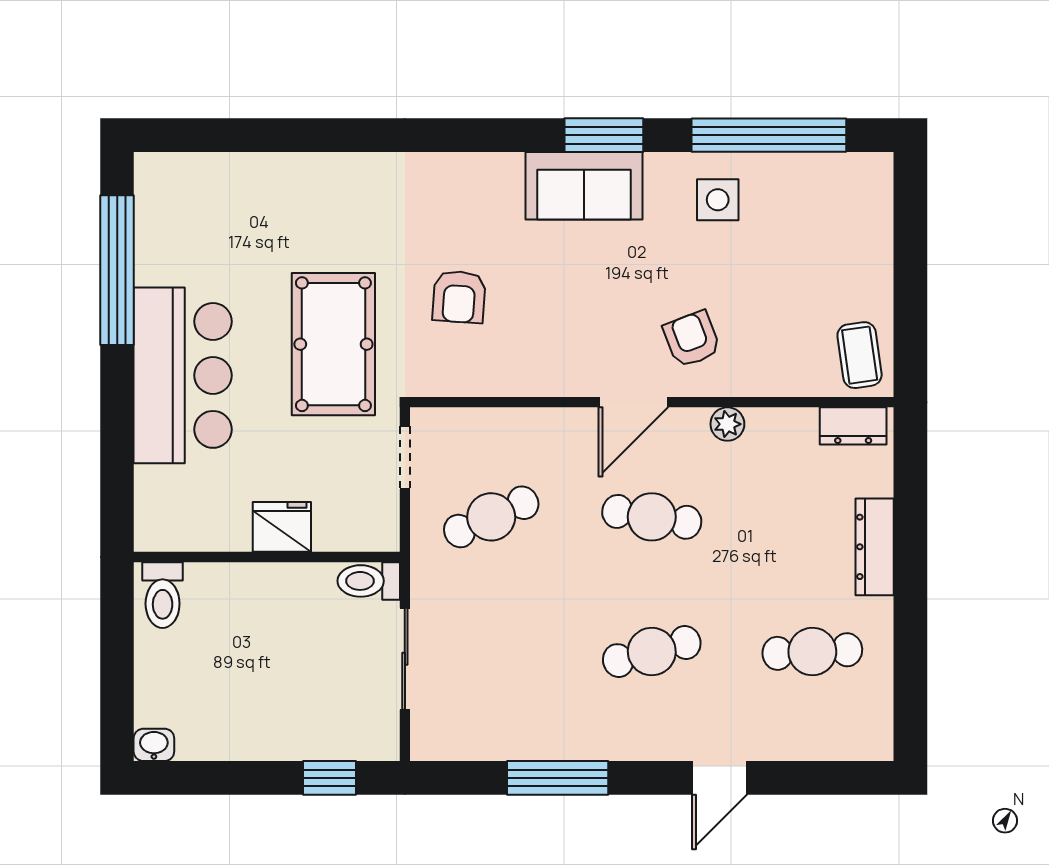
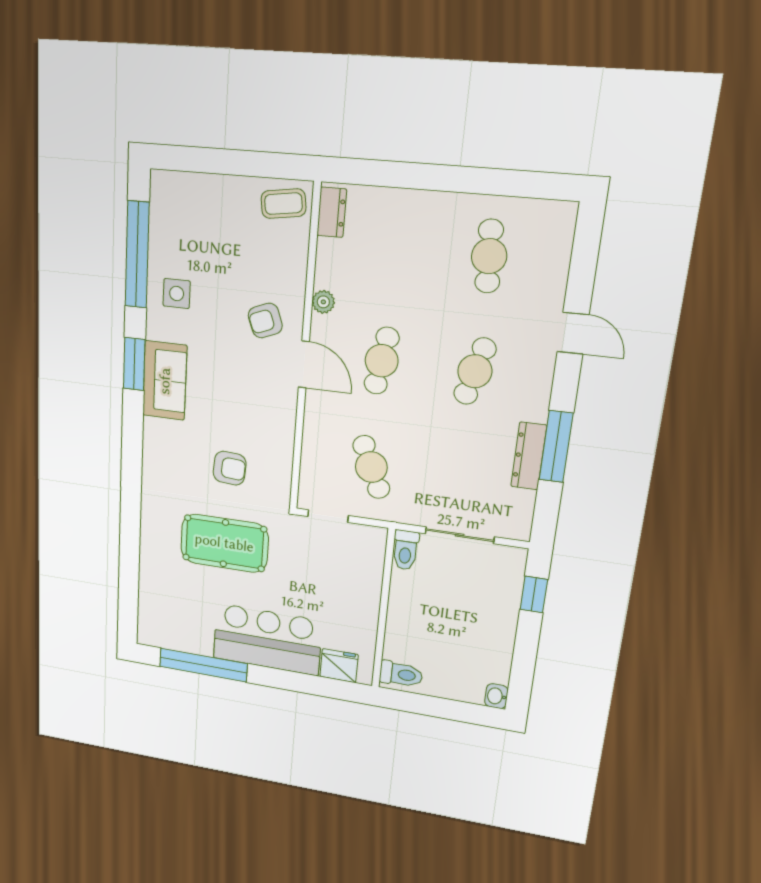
pool table: (333, 344) -> (224, 543), moved
fridge: (282, 527) -> (339, 666), moved, turned 90
dresser: (875, 547) -> (529, 456), moved, turned 90
cafe table: (652, 652) -> (475, 371), turned 30

